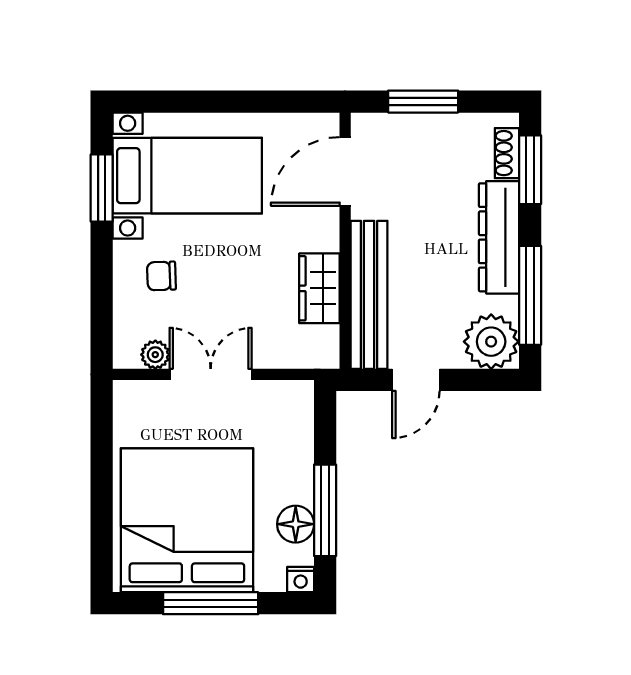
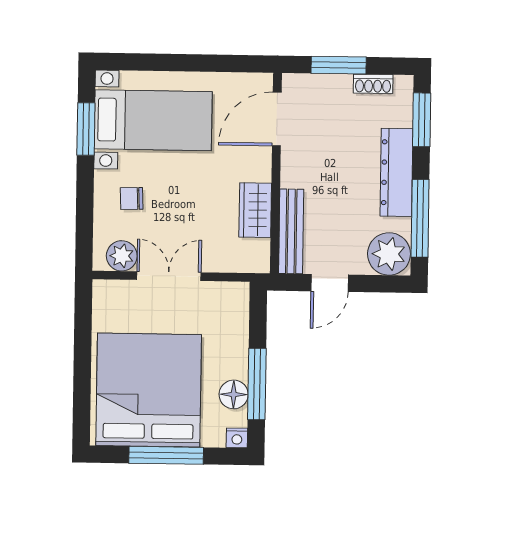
shoe rack: (507, 153) -> (373, 84), moved, turned -90
bench: (369, 295) -> (291, 231), width x0.73, depth x0.82
plant: (155, 355) -> (122, 256), width x1.38, depth x1.38

